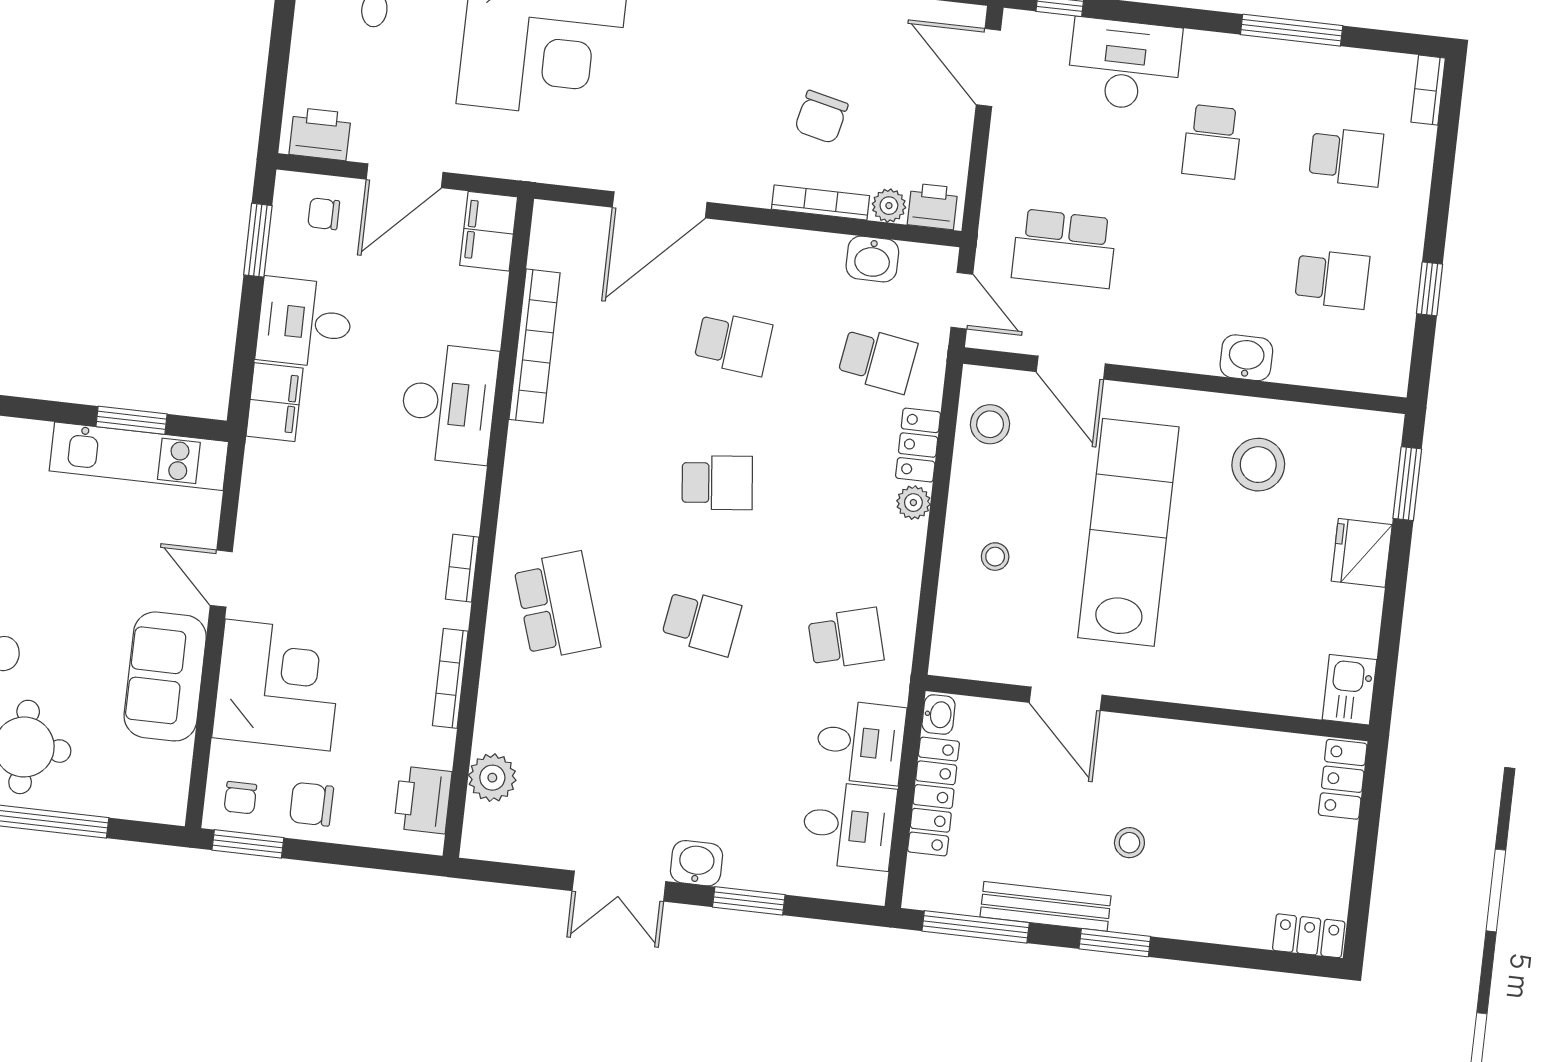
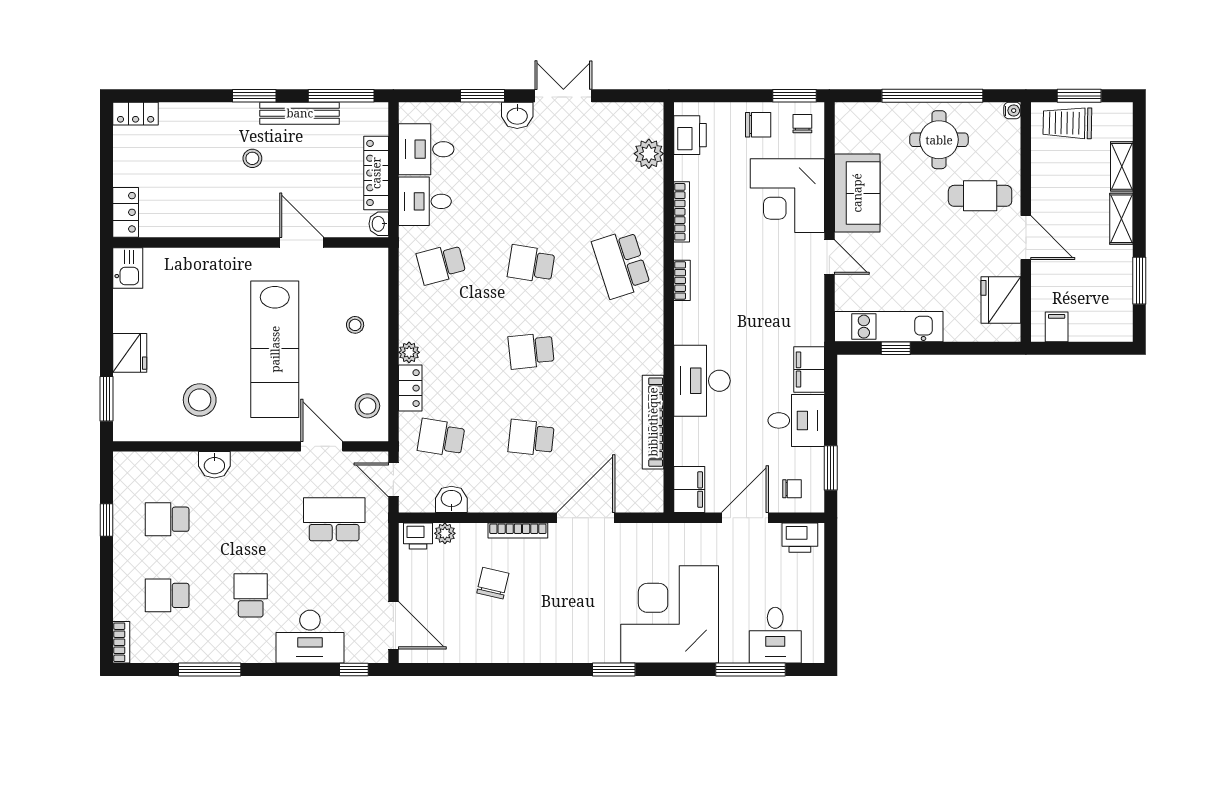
bookcase: (821, 202) -> (518, 531), moved
window: (132, 420) -> (896, 348), width x0.67

